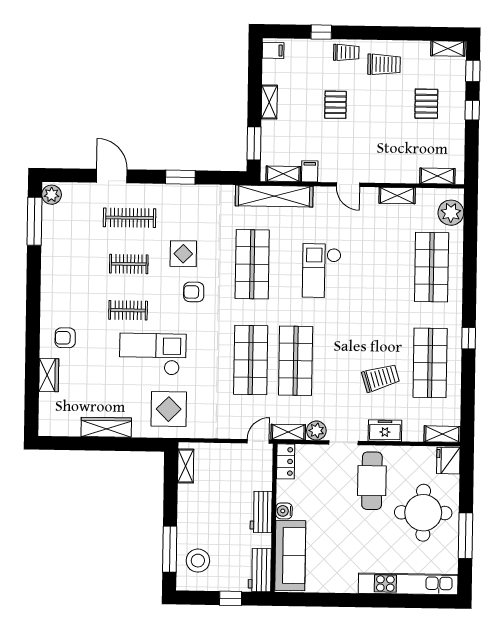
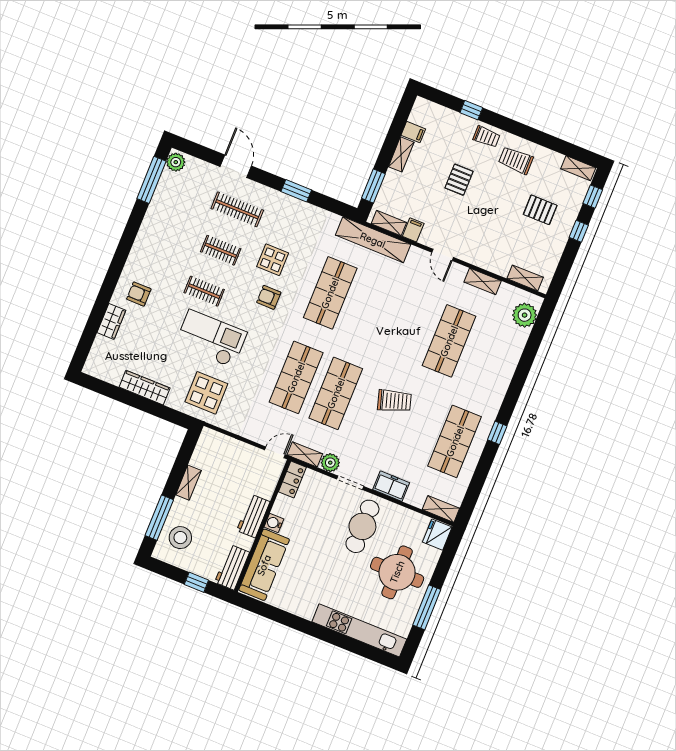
filing cabinet: (273, 50) -> (413, 132), moved
trolley: (384, 64) -> (516, 160), turned 180
pallet: (426, 104) -> (540, 210), turned 90
shop shelf: (432, 267) -> (449, 341), moved
checkout: (322, 271) -> (390, 322), removed
trolley: (381, 378) -> (394, 401), moved
shelving: (186, 466) -> (188, 483), moved

